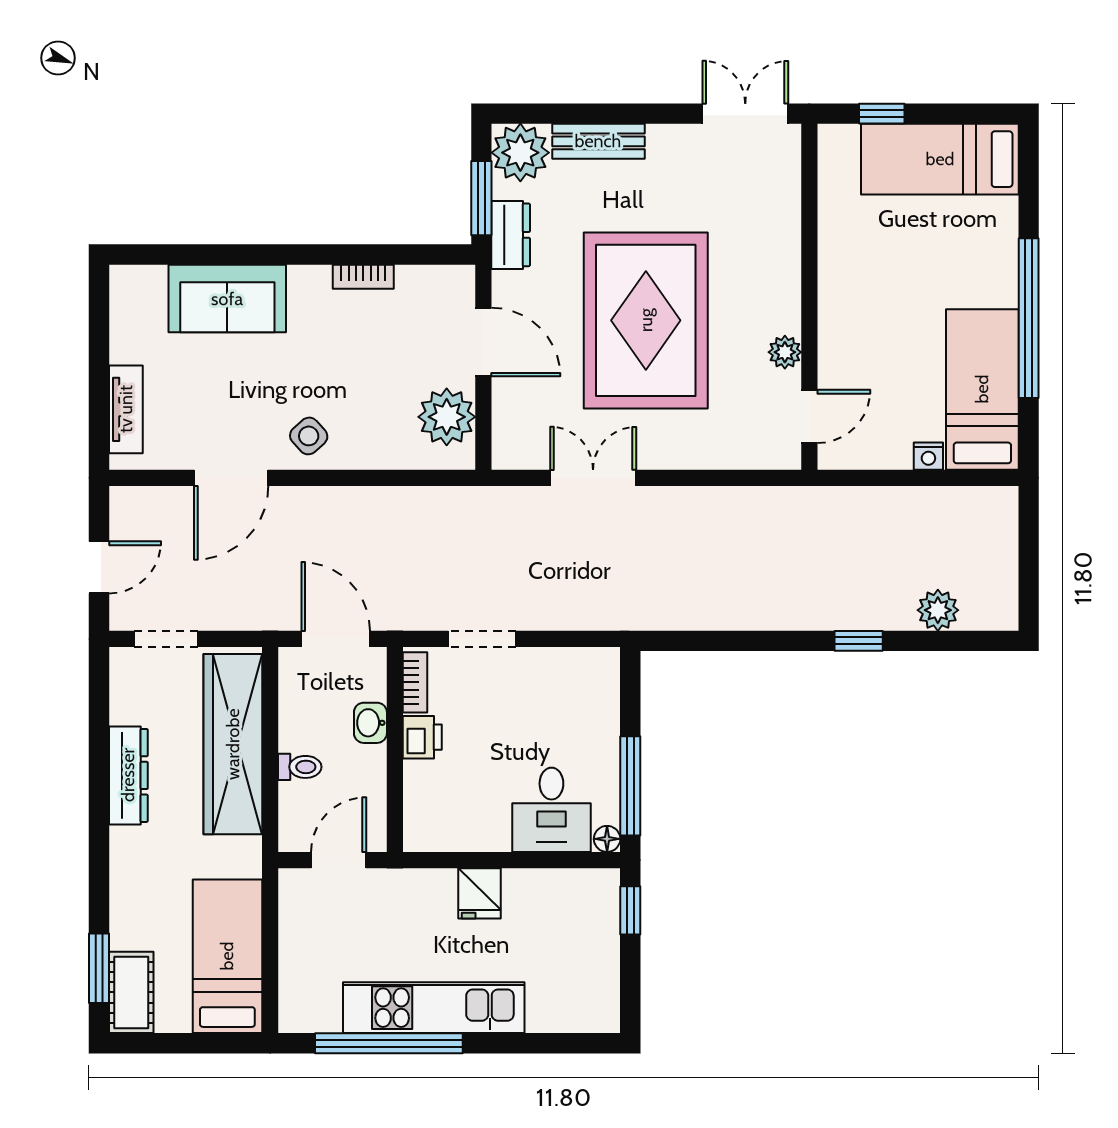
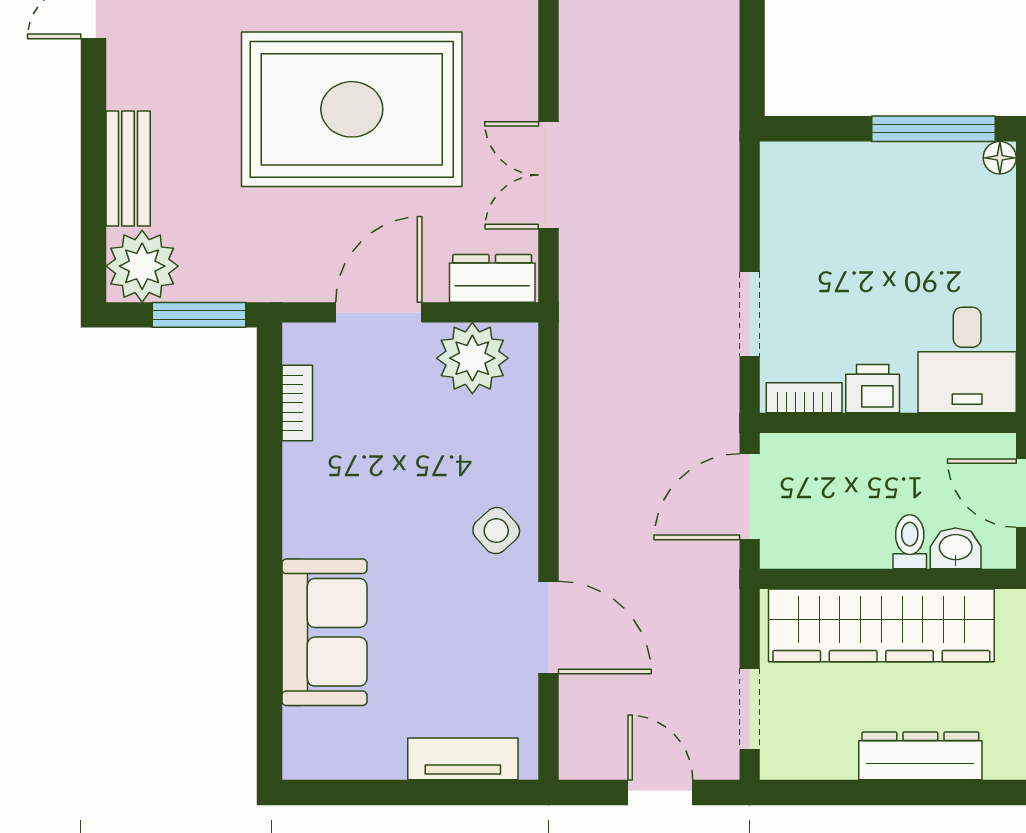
dresser: (511, 235) -> (492, 278), moved
bookcase: (363, 277) -> (297, 403), moved
washbasin: (370, 723) -> (956, 548), moved, turned 180
desk: (551, 810) -> (967, 360), moved, turned 90

